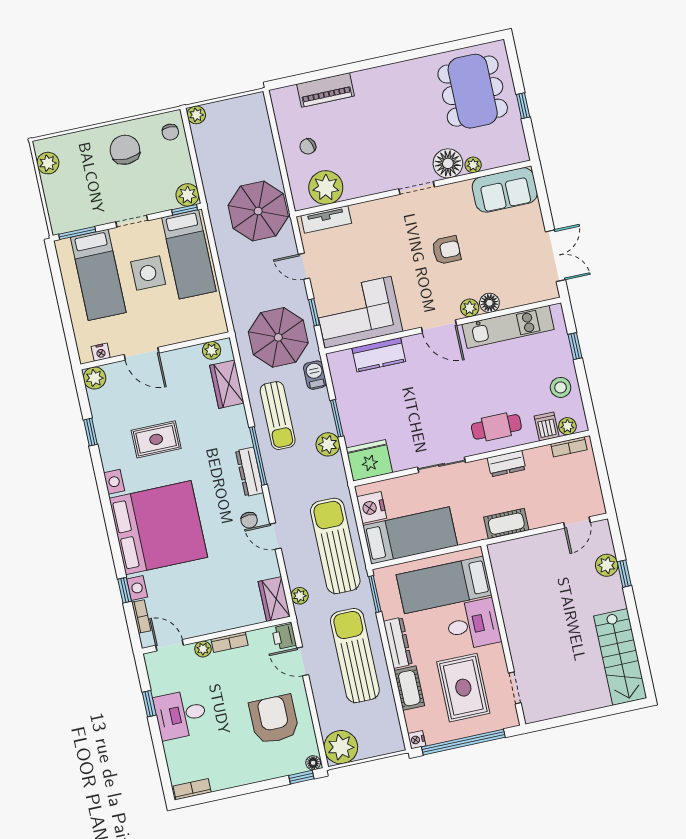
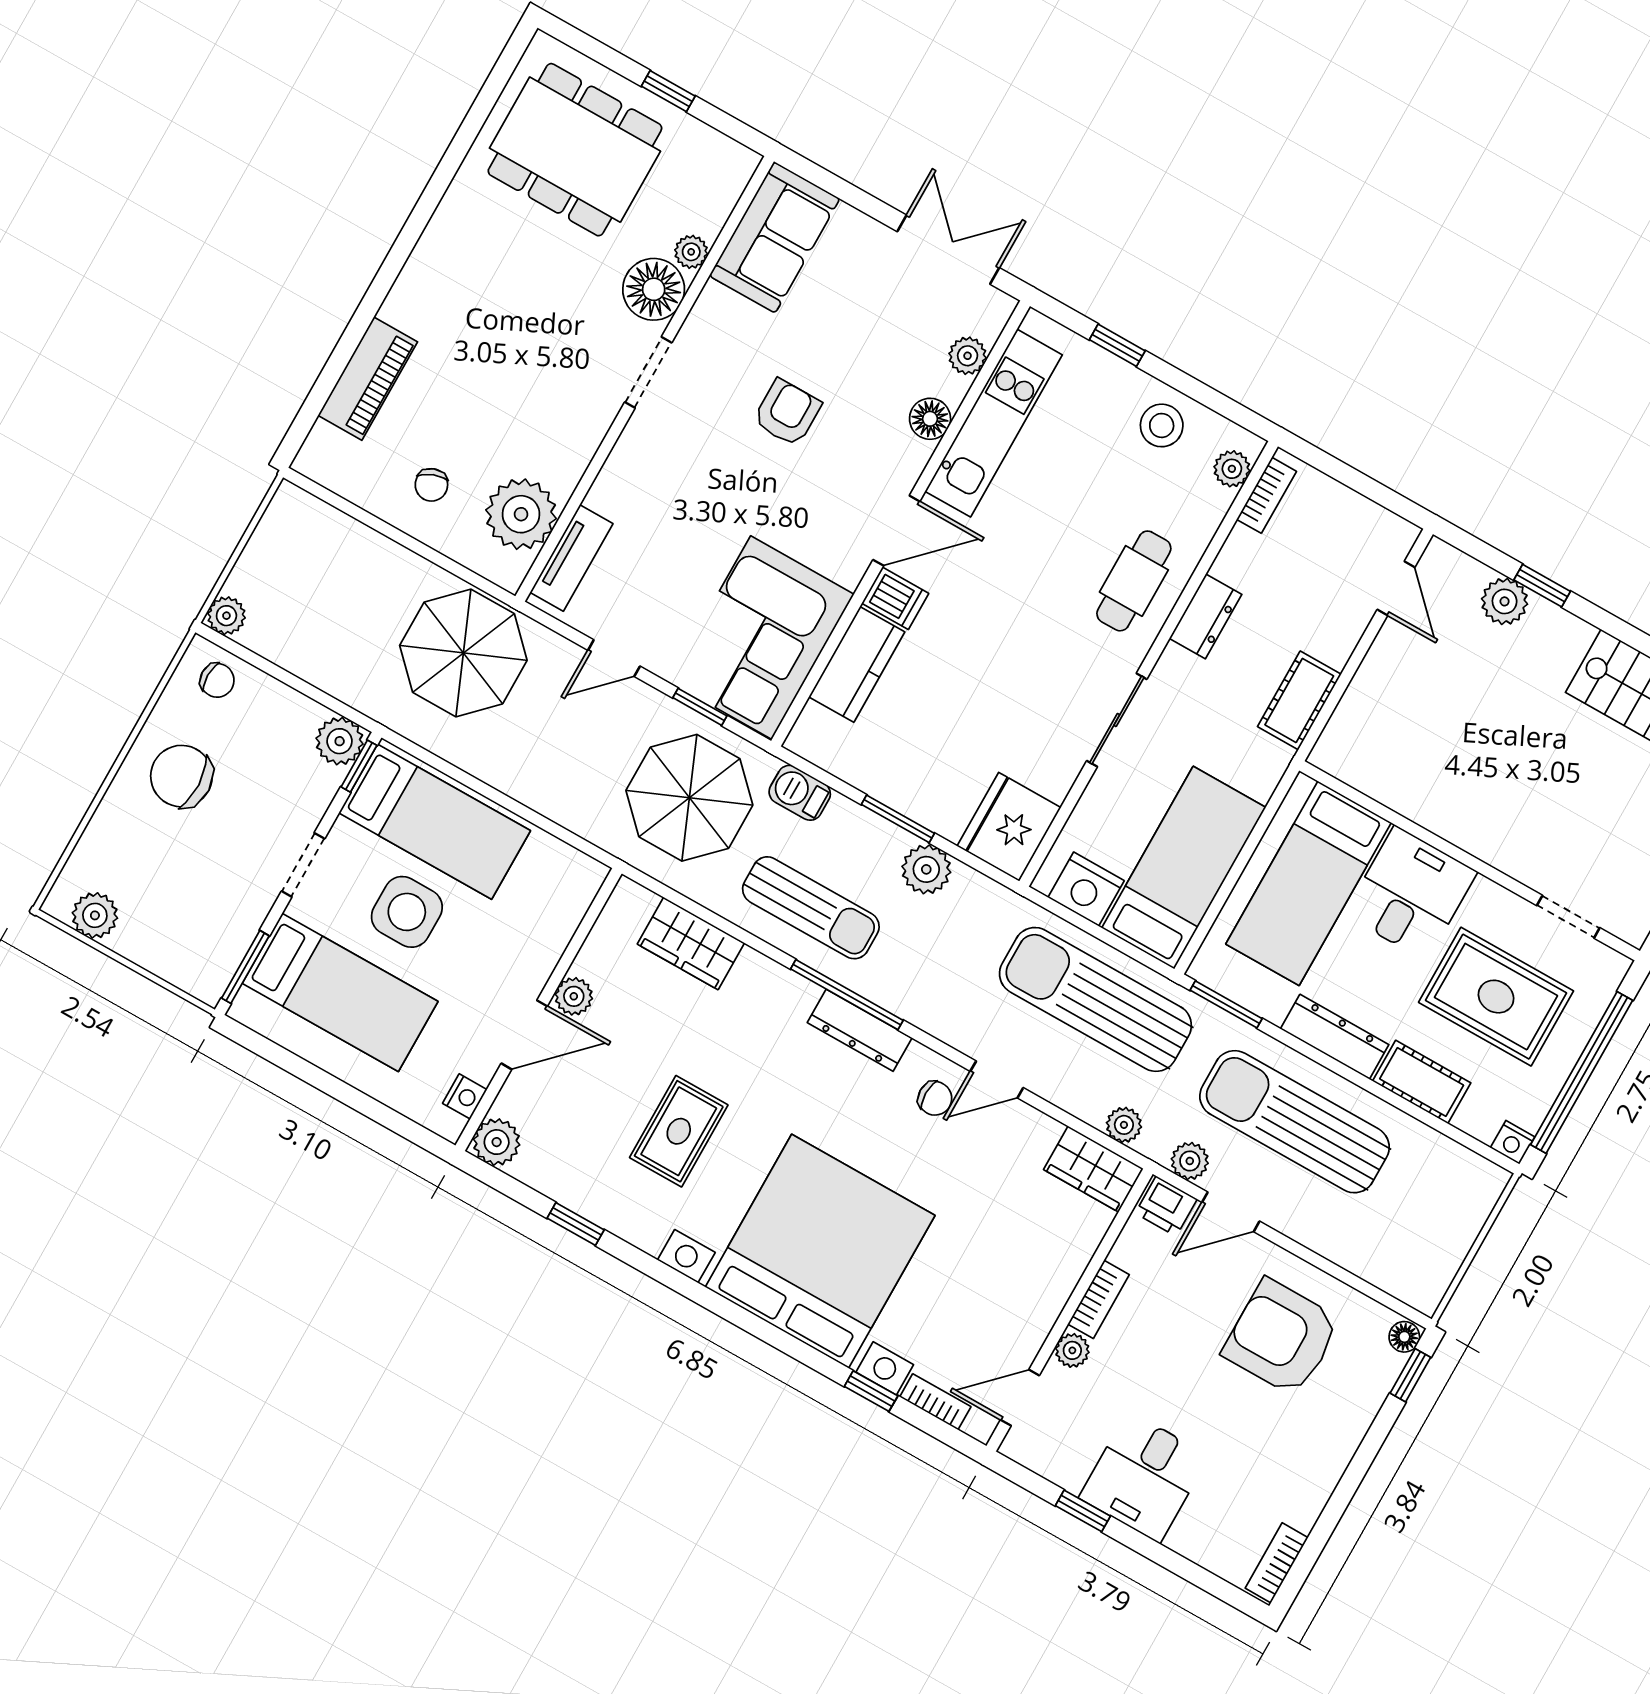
plant: (470, 308) -> (968, 356), moved
plant: (212, 350) -> (574, 996), moved
dishwasher: (547, 426) -> (895, 598), moved, turned 180
plant: (341, 747) -> (1190, 1161), moved, width x0.53, depth x0.53

